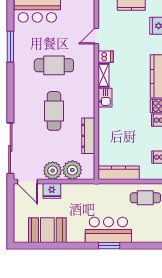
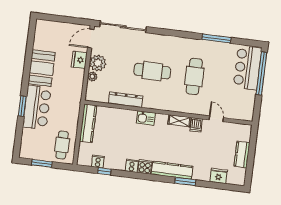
kitchen sink: (105, 98) -> (146, 118), moved
plant: (72, 170) -> (92, 76), width x0.53, depth x0.53
booth: (47, 230) -> (42, 68), moved

